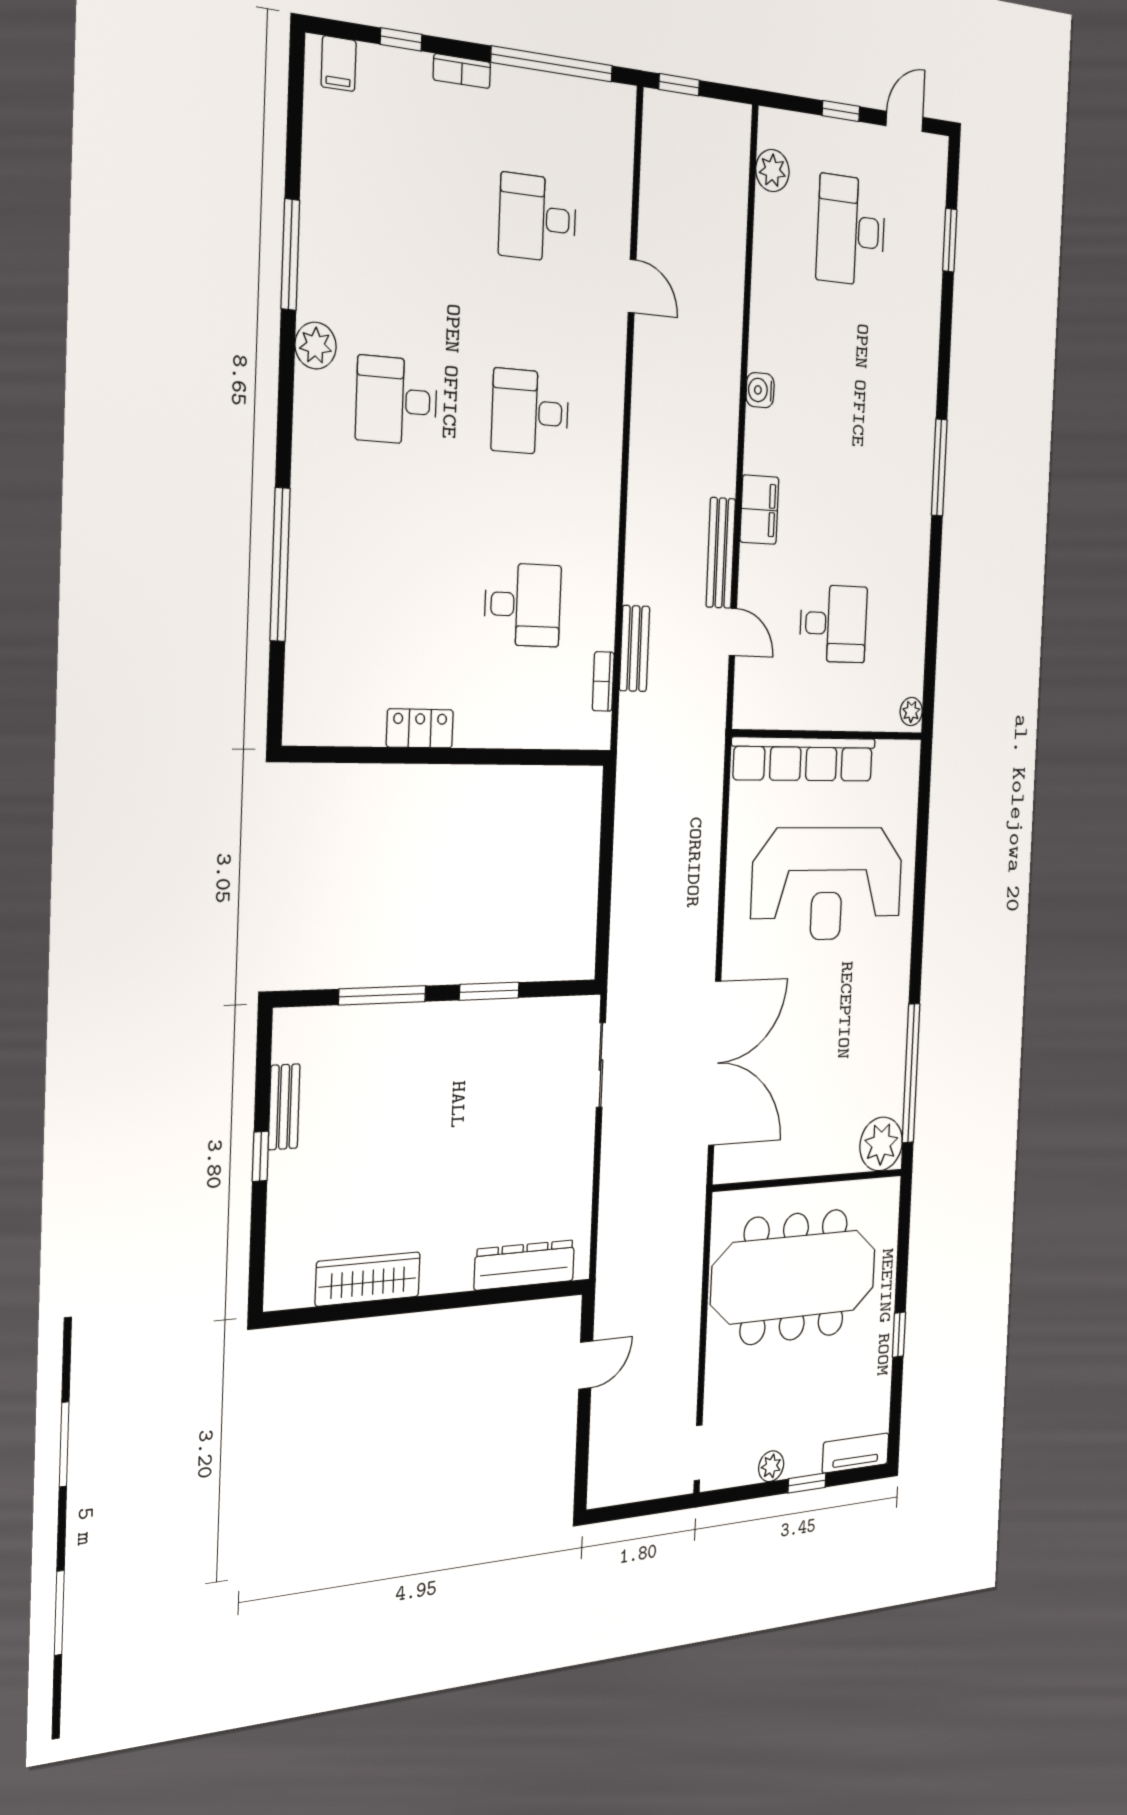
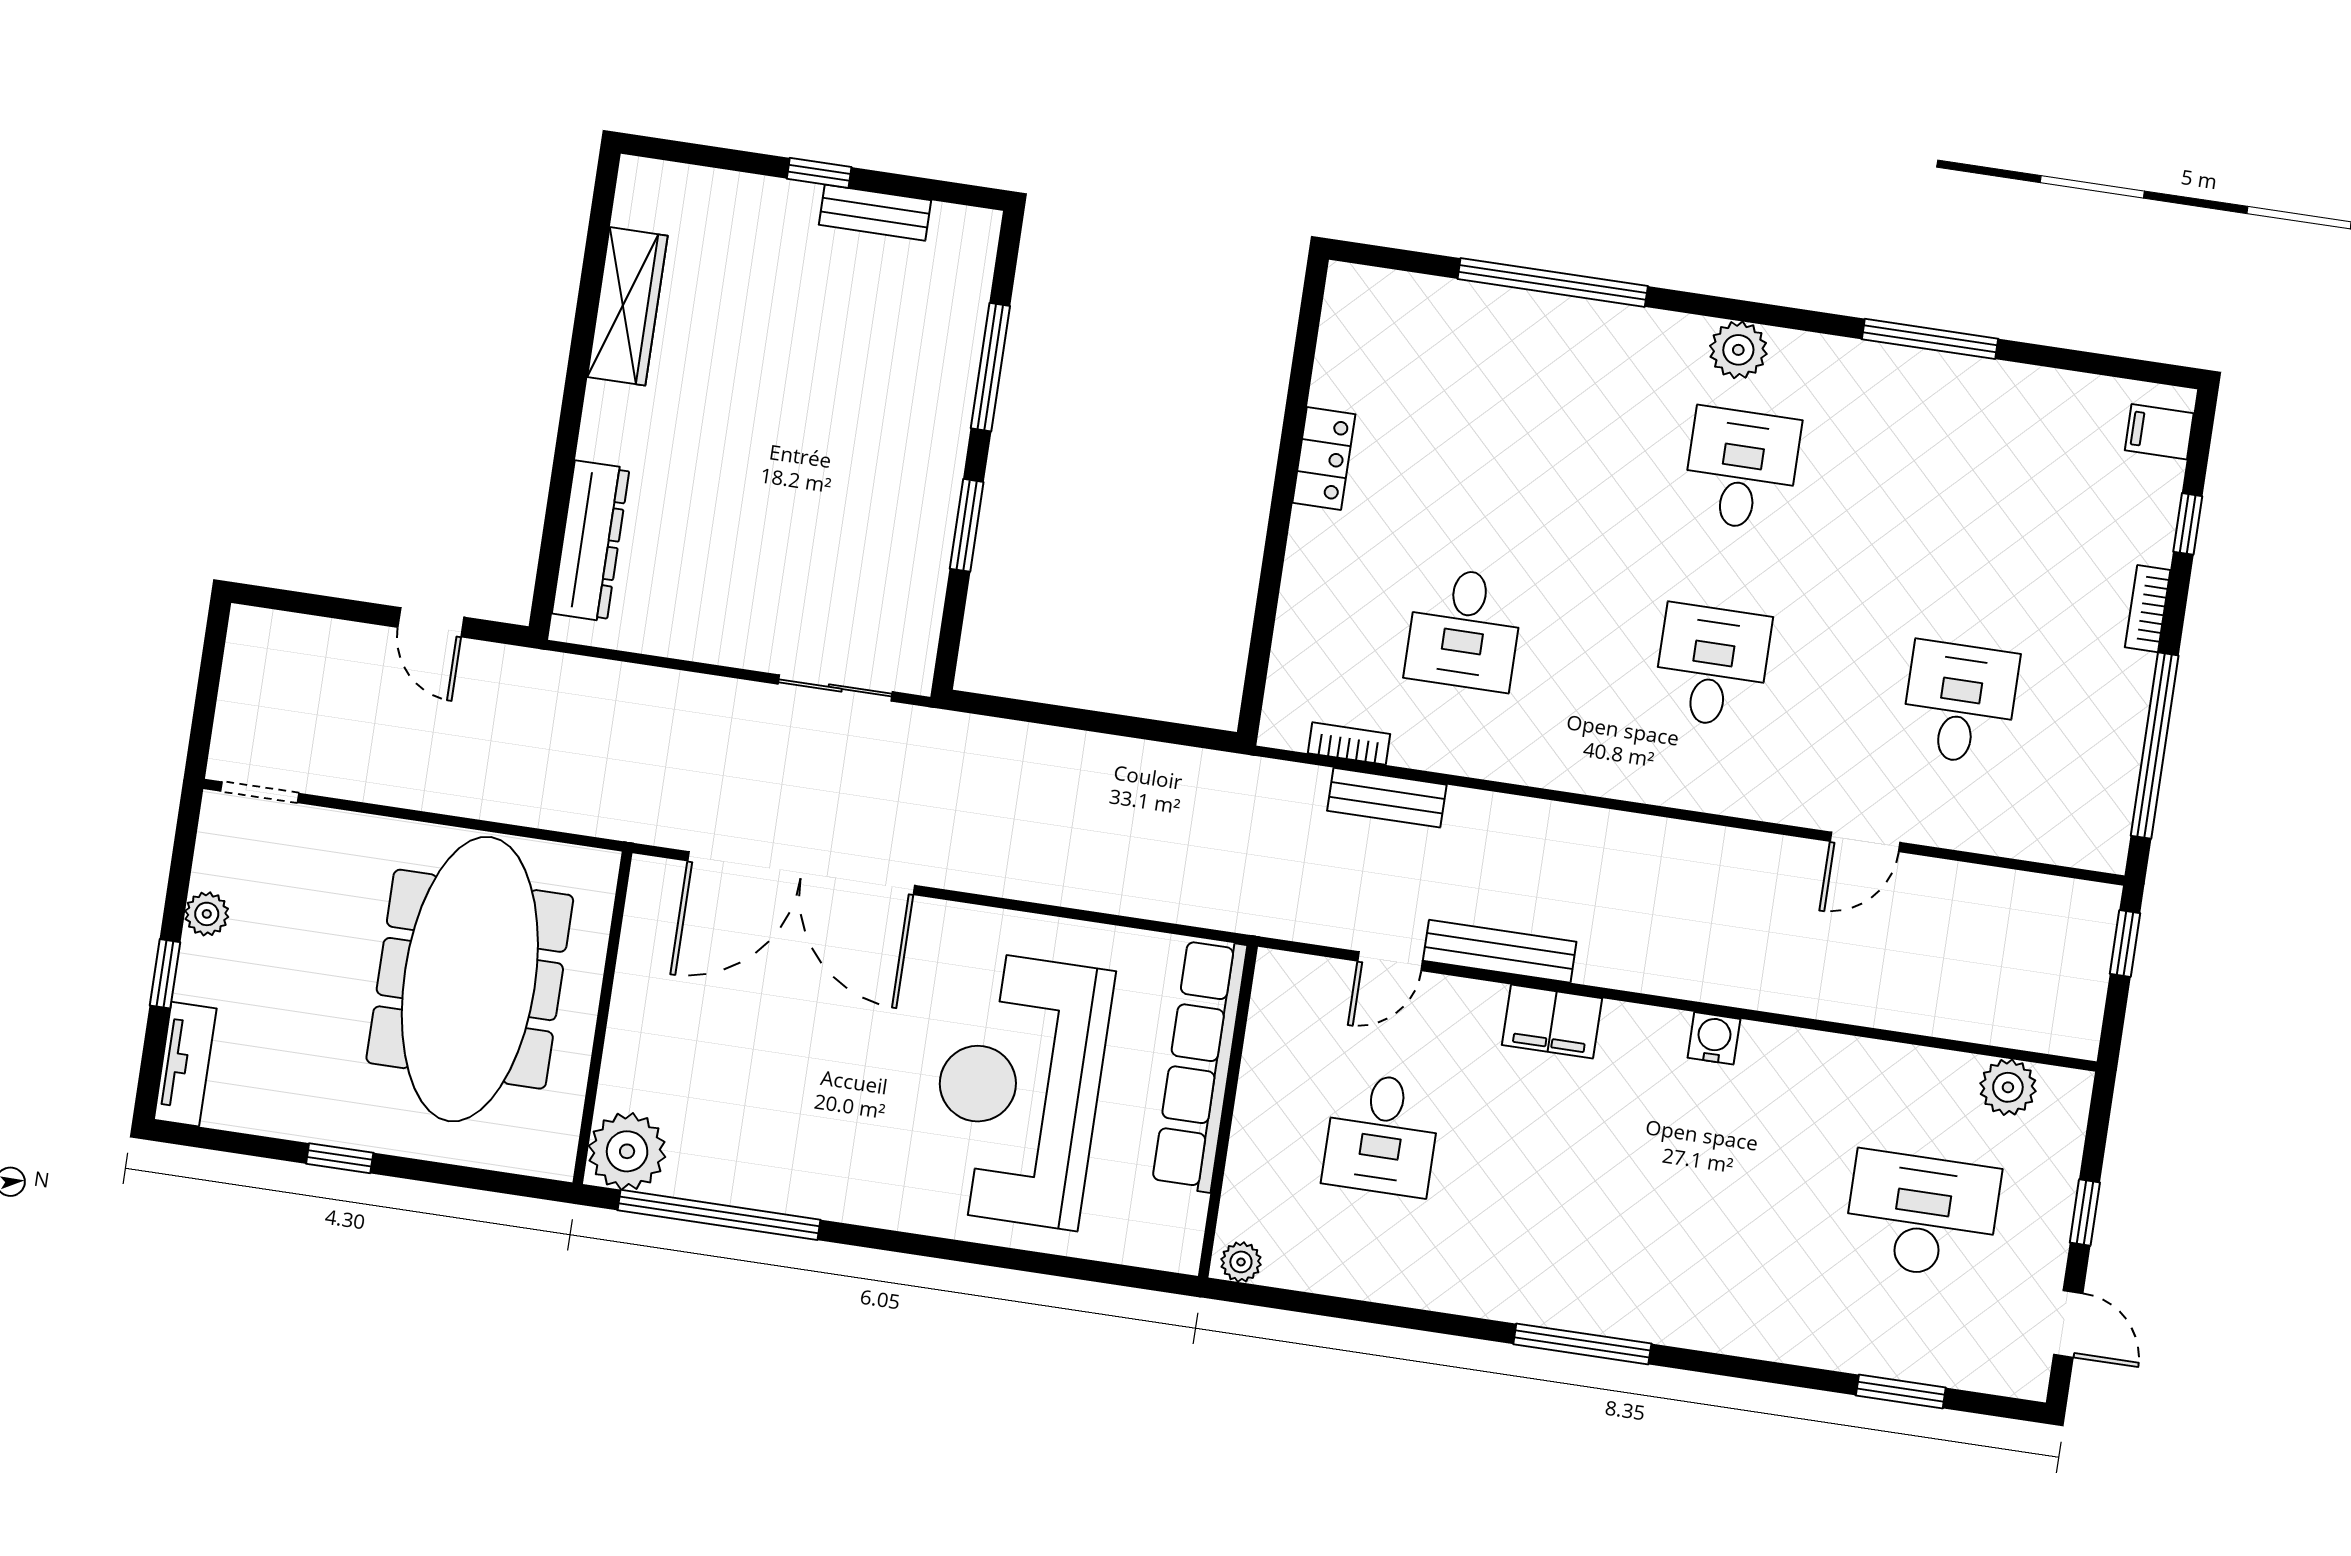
plant: (316, 346) -> (1738, 350), moved

